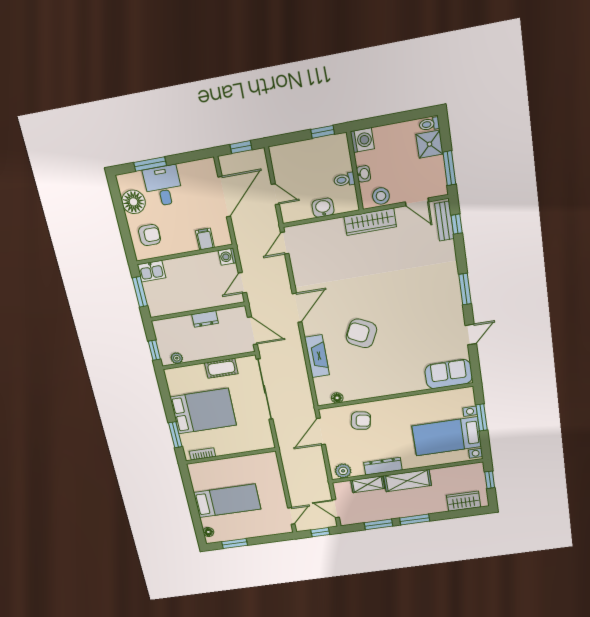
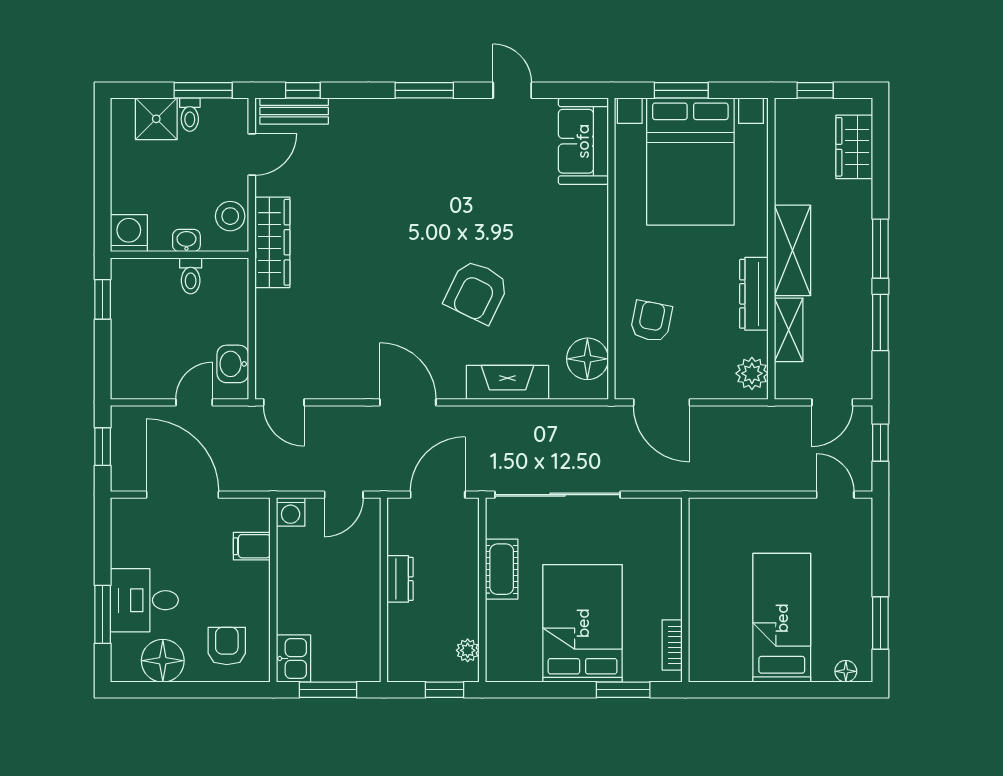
toilet: (429, 124) -> (190, 115), moved
washbasin: (323, 208) -> (233, 364), moved
door: (242, 283) -> (344, 495), hinge flipped
floor lamp: (337, 398) -> (587, 359), width x1.89, depth x1.89
bed with nightstands: (447, 436) -> (690, 162), width x1.36

